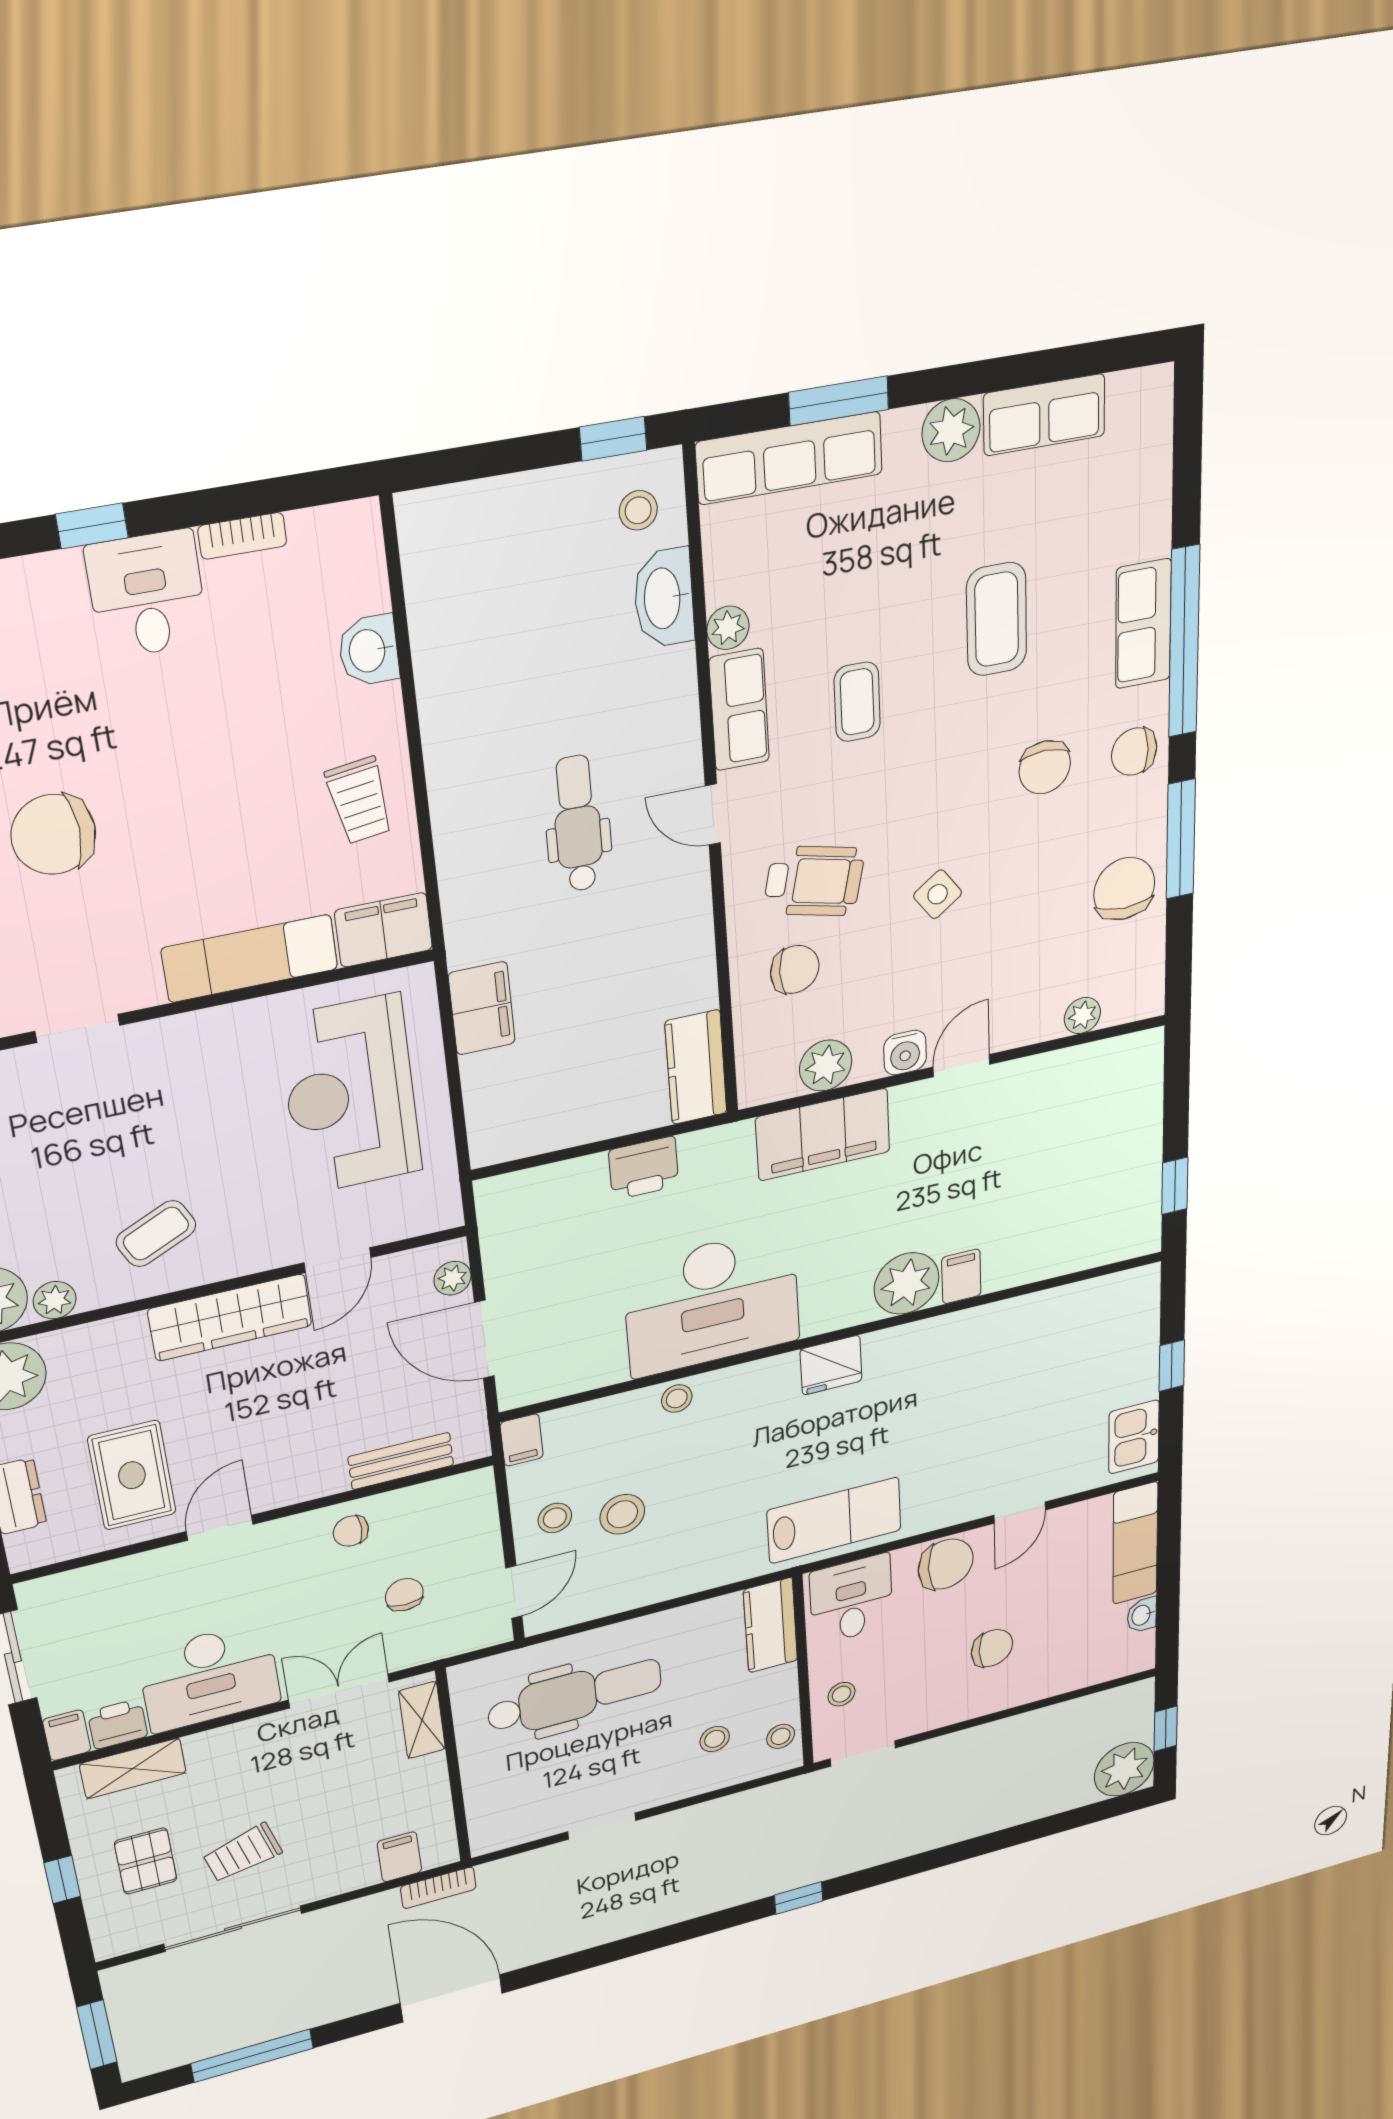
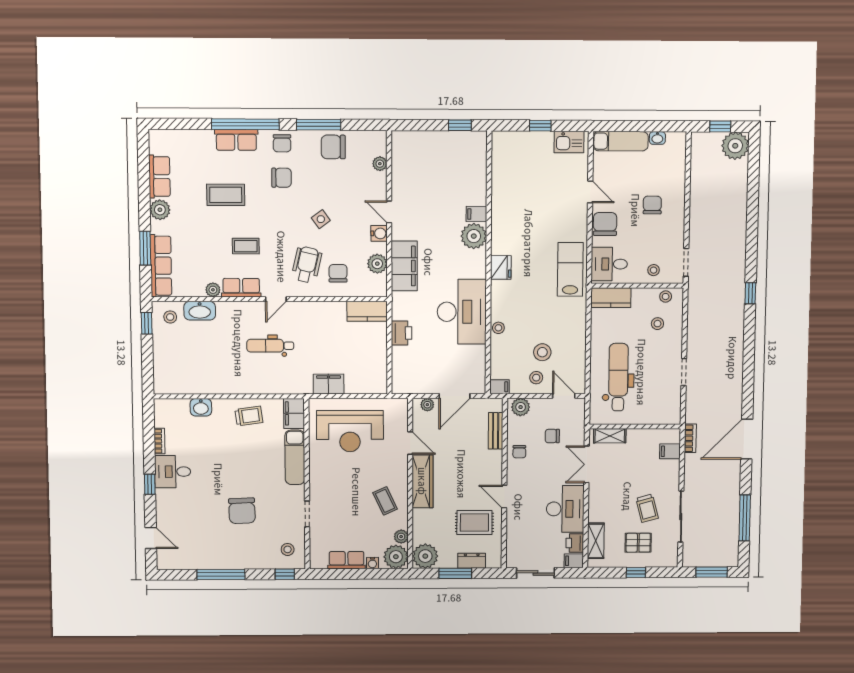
plant: (473, 1503) -> (521, 407), added

